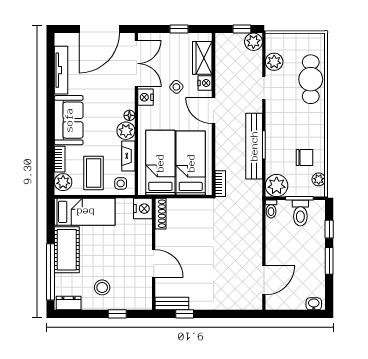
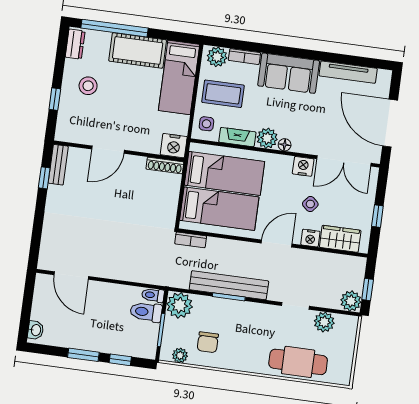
toilet: (300, 213) -> (146, 312), moved

